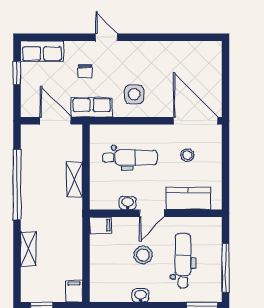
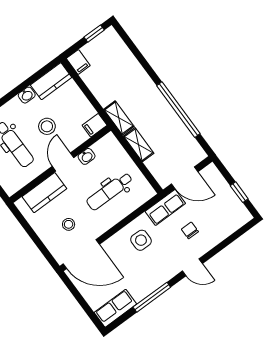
window: (161, 37) -> (152, 297), added
row of seats: (42, 51) -> (115, 308), moved
shelving: (28, 249) -> (119, 118), moved
kitchen counter: (110, 292) -> (51, 81), added

